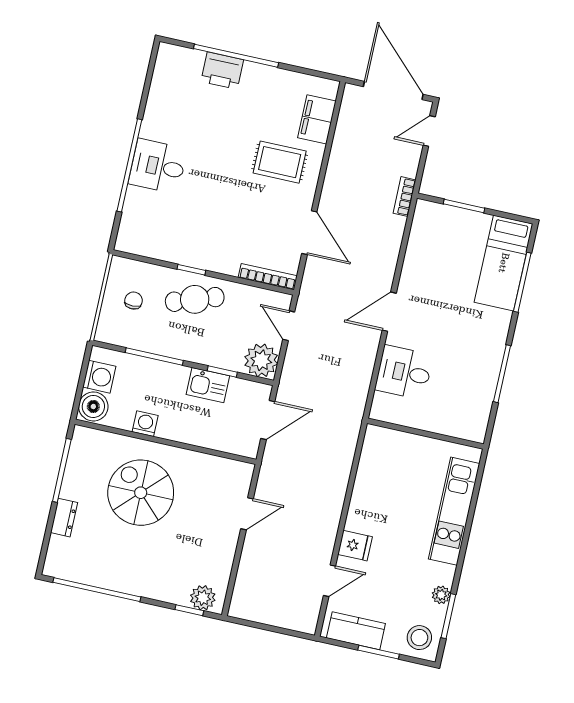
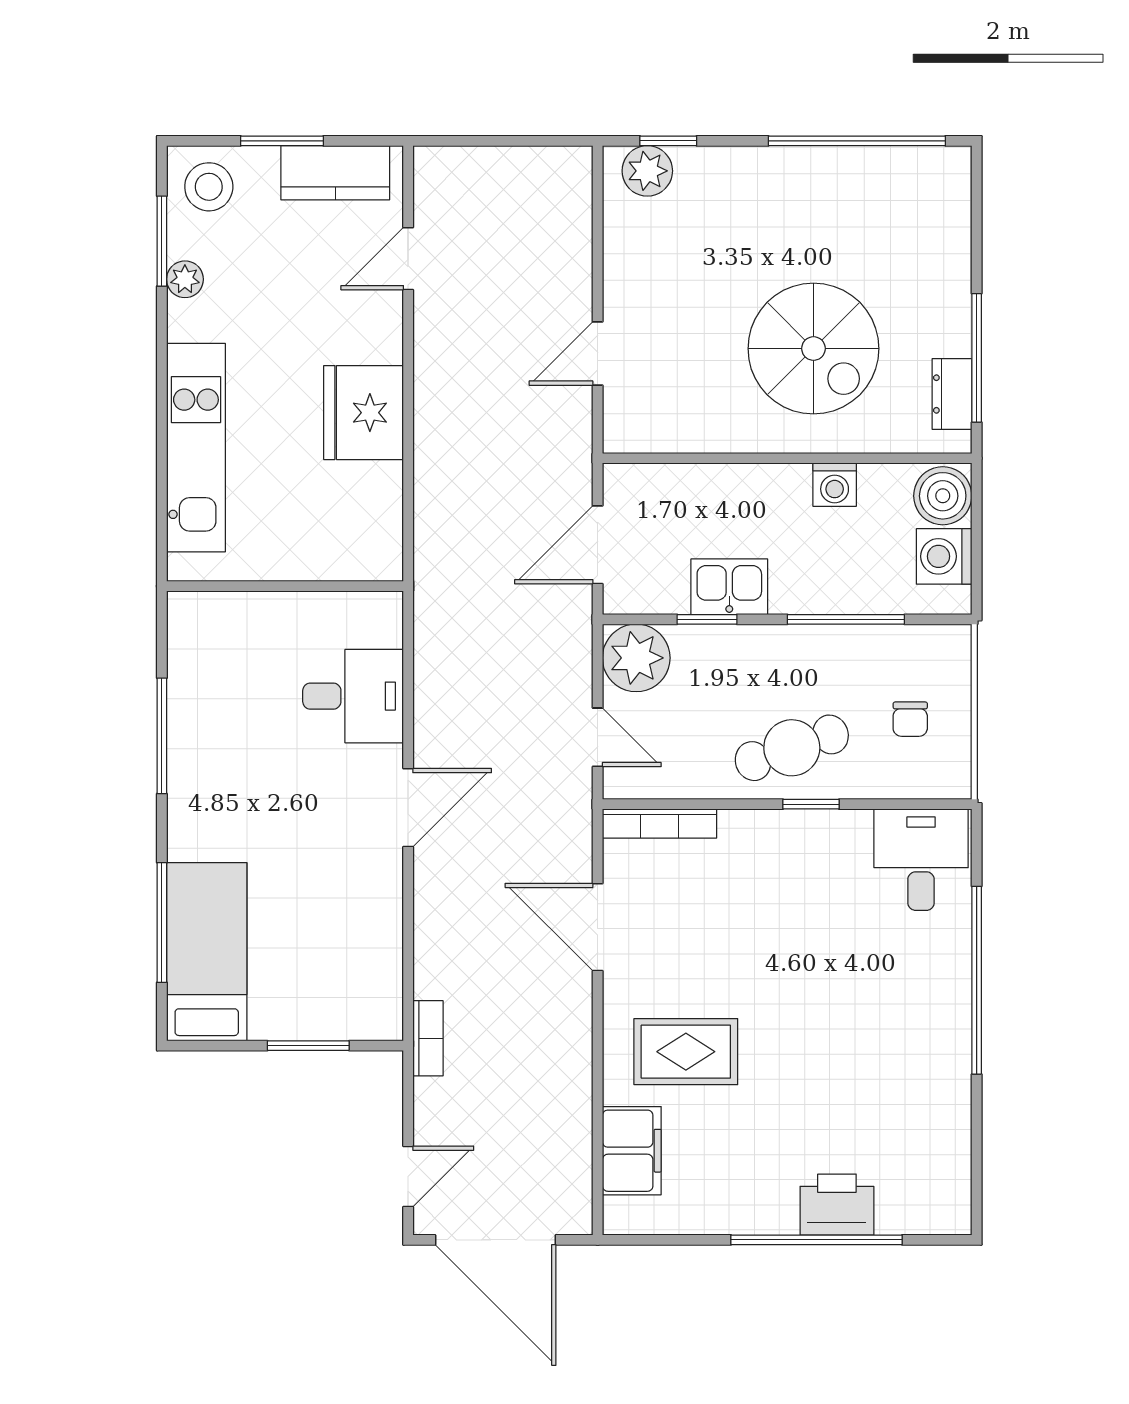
desk: (158, 166) -> (921, 860), moved, turned -90
dresser: (64, 518) -> (952, 394), moved
fridge: (355, 546) -> (364, 413), moved, width x1.88, depth x1.34

